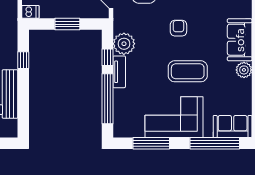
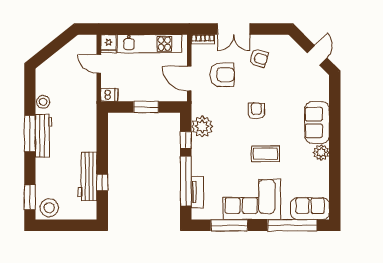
window: (23, 60) -> (102, 182), moved
coffee table: (188, 71) -> (266, 154), width x0.73, depth x0.76
tv unit: (119, 72) -> (197, 192), moved

